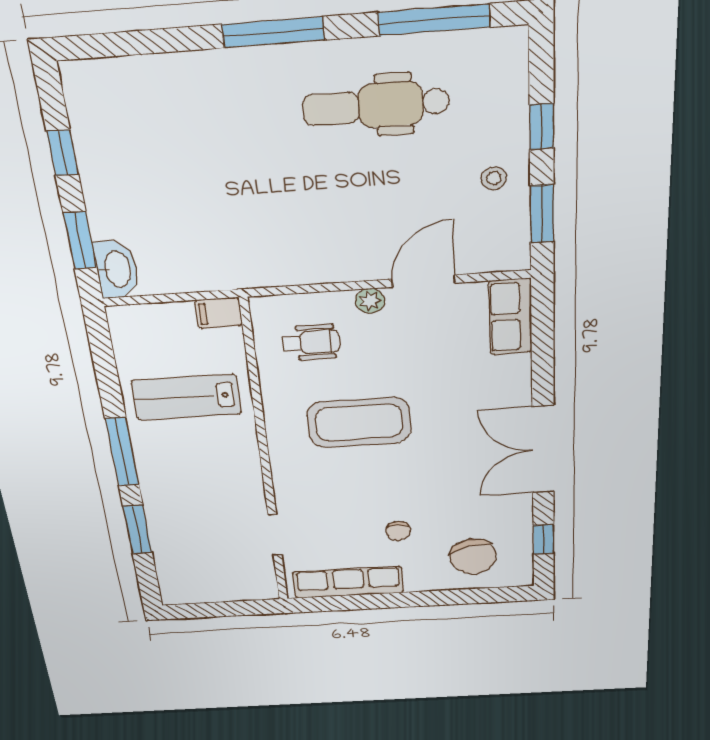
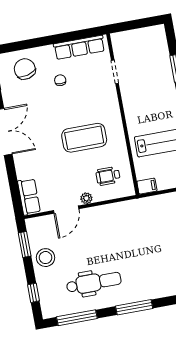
window: (542, 126) -> (33, 293), moved
stool: (494, 178) -> (46, 258), width x1.89, depth x1.89

